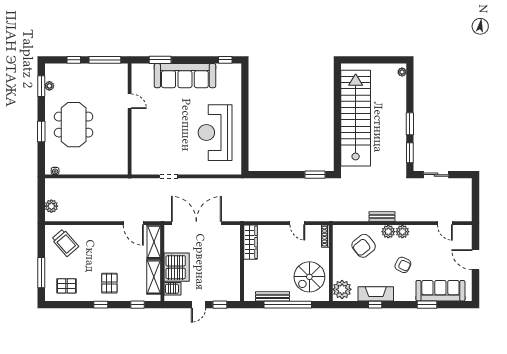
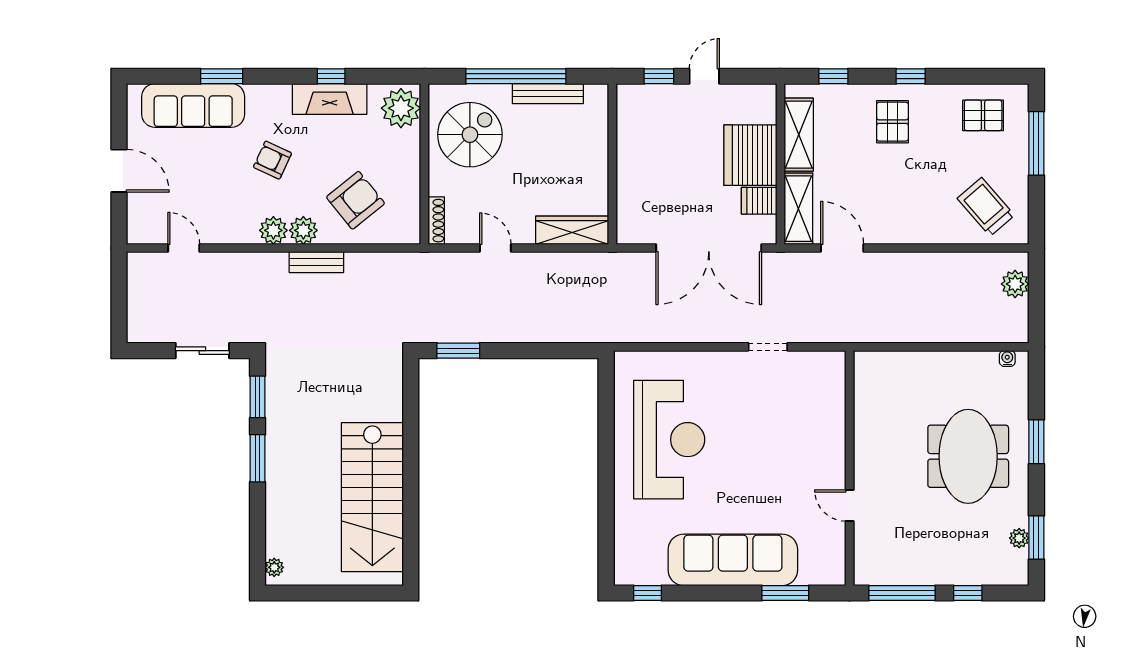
stairs: (356, 118) -> (372, 497), width x0.73
wardrobe: (250, 242) -> (572, 230), moved, turned 90
server rack: (173, 289) -> (759, 201), moved

